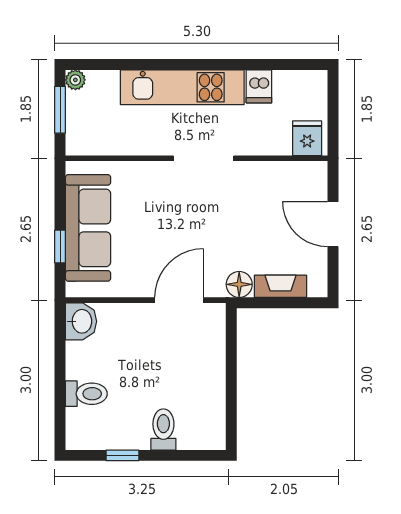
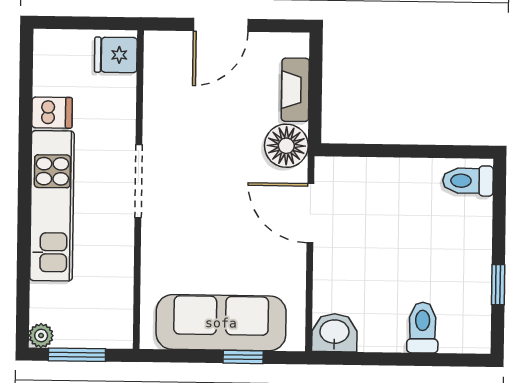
floor lamp: (239, 284) -> (286, 146), width x1.38, depth x1.38
toilet: (163, 429) -> (468, 181), moved

